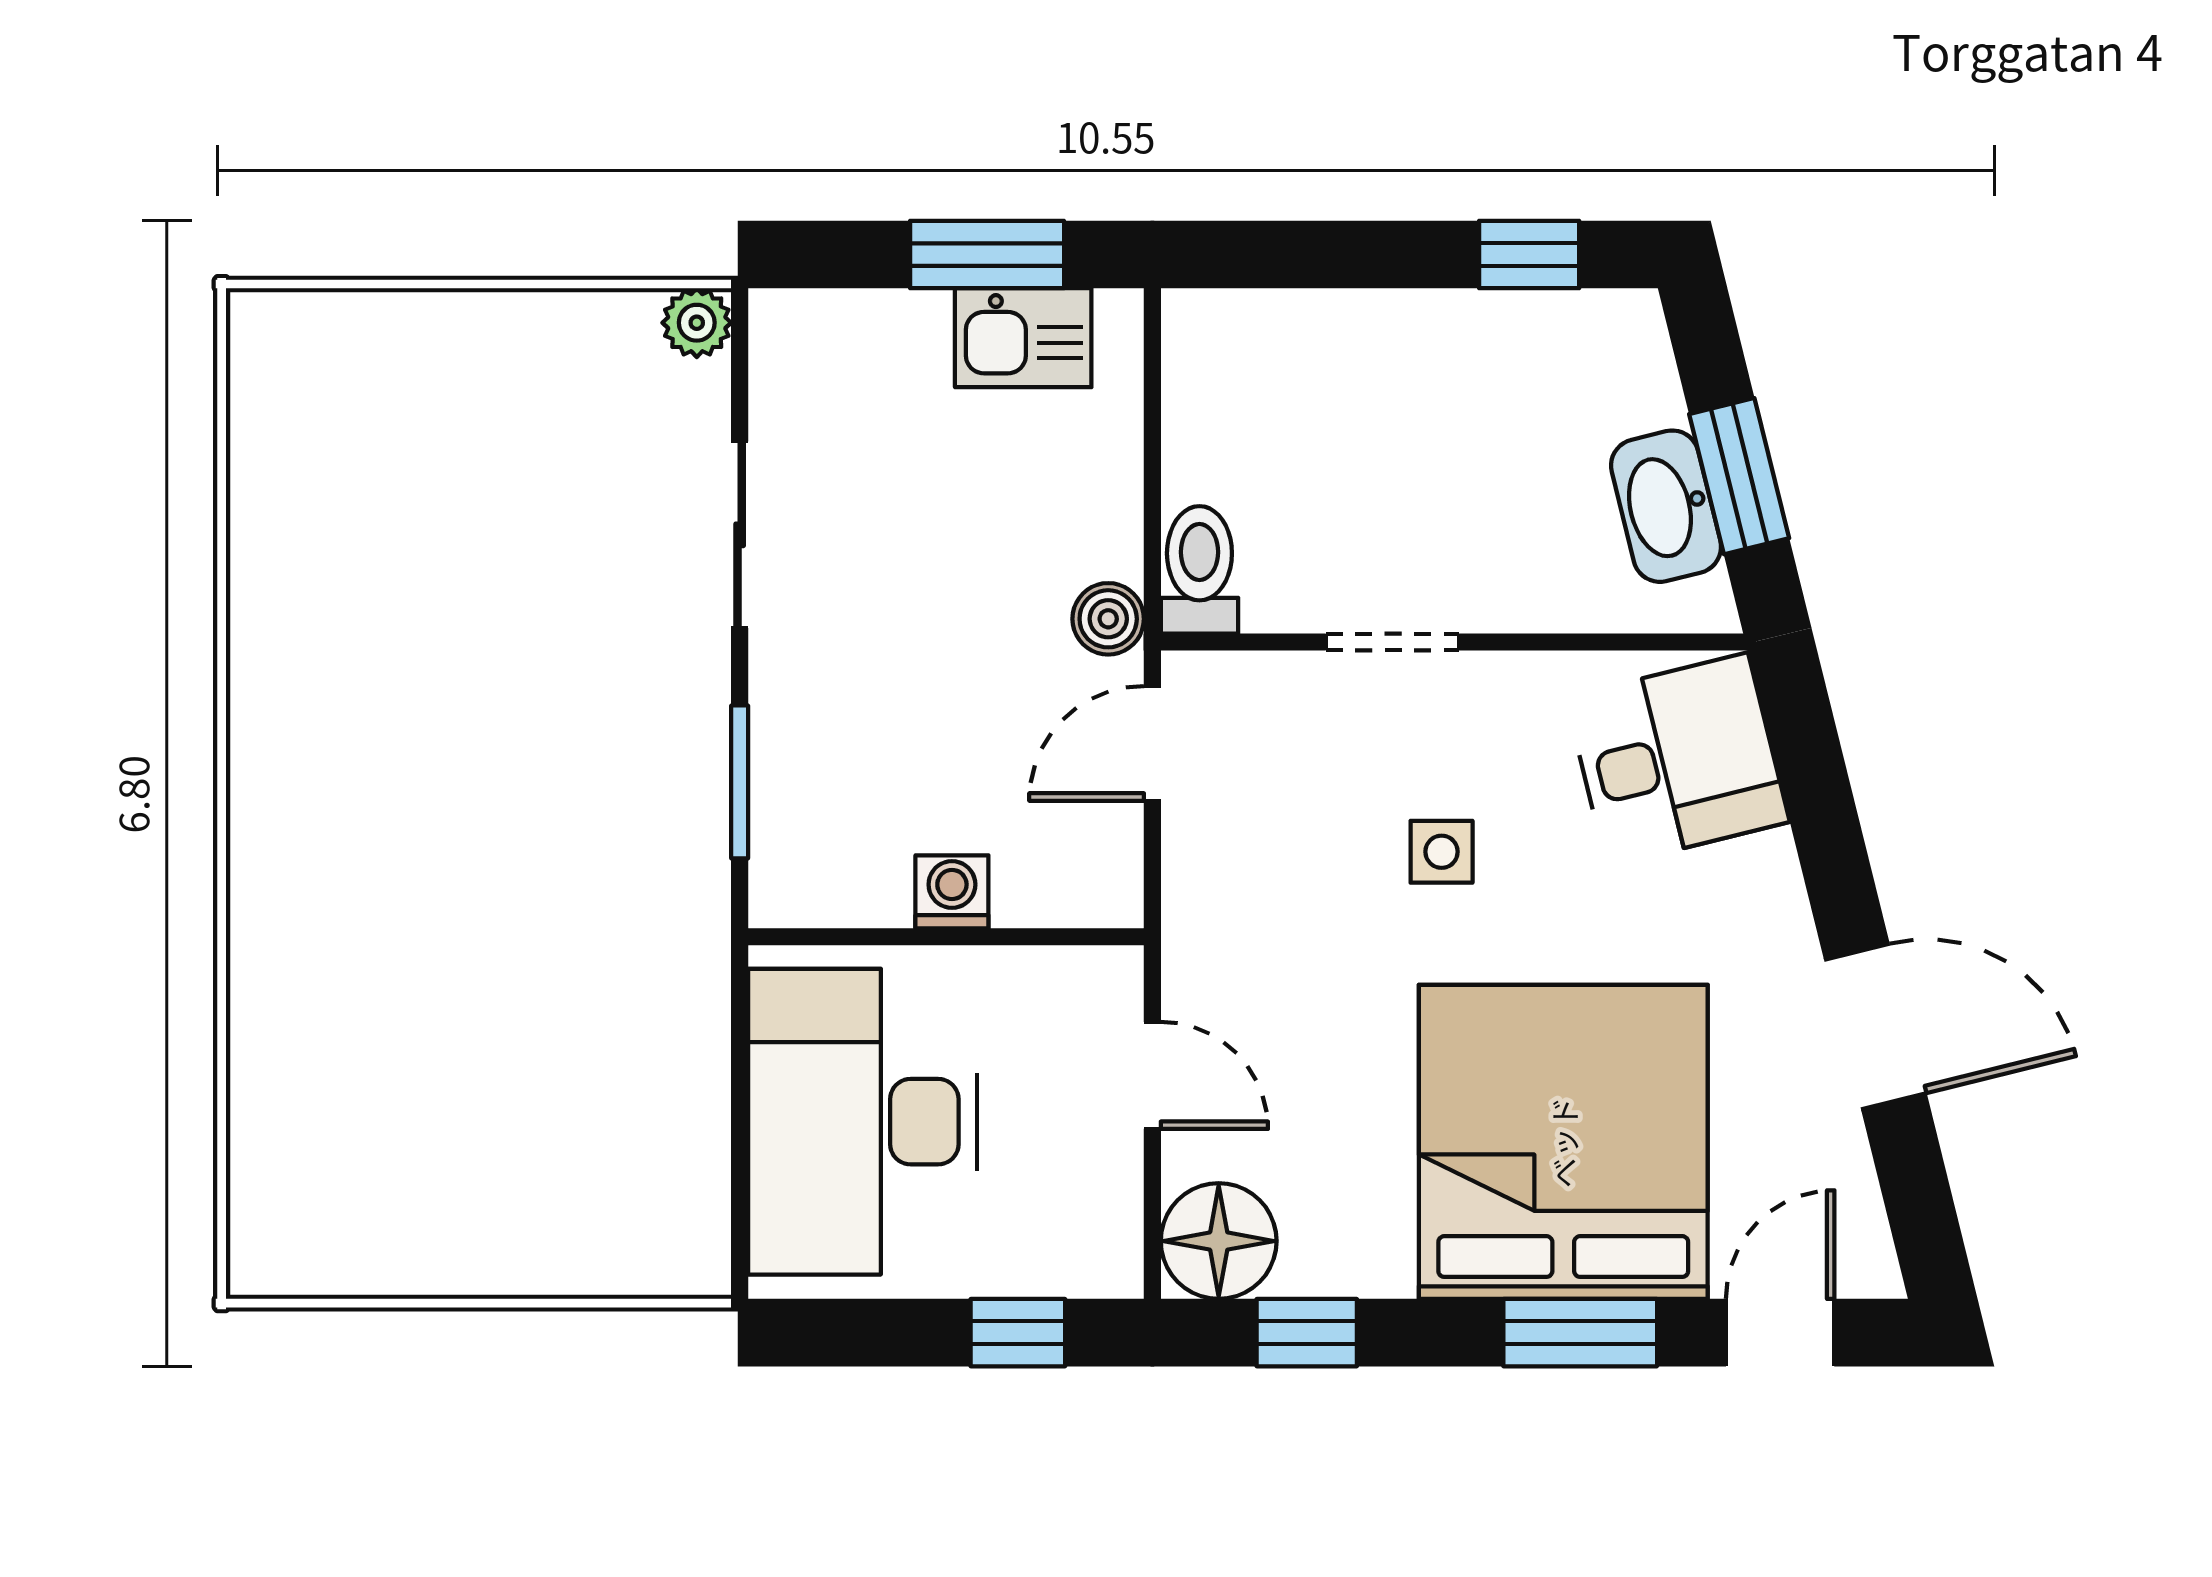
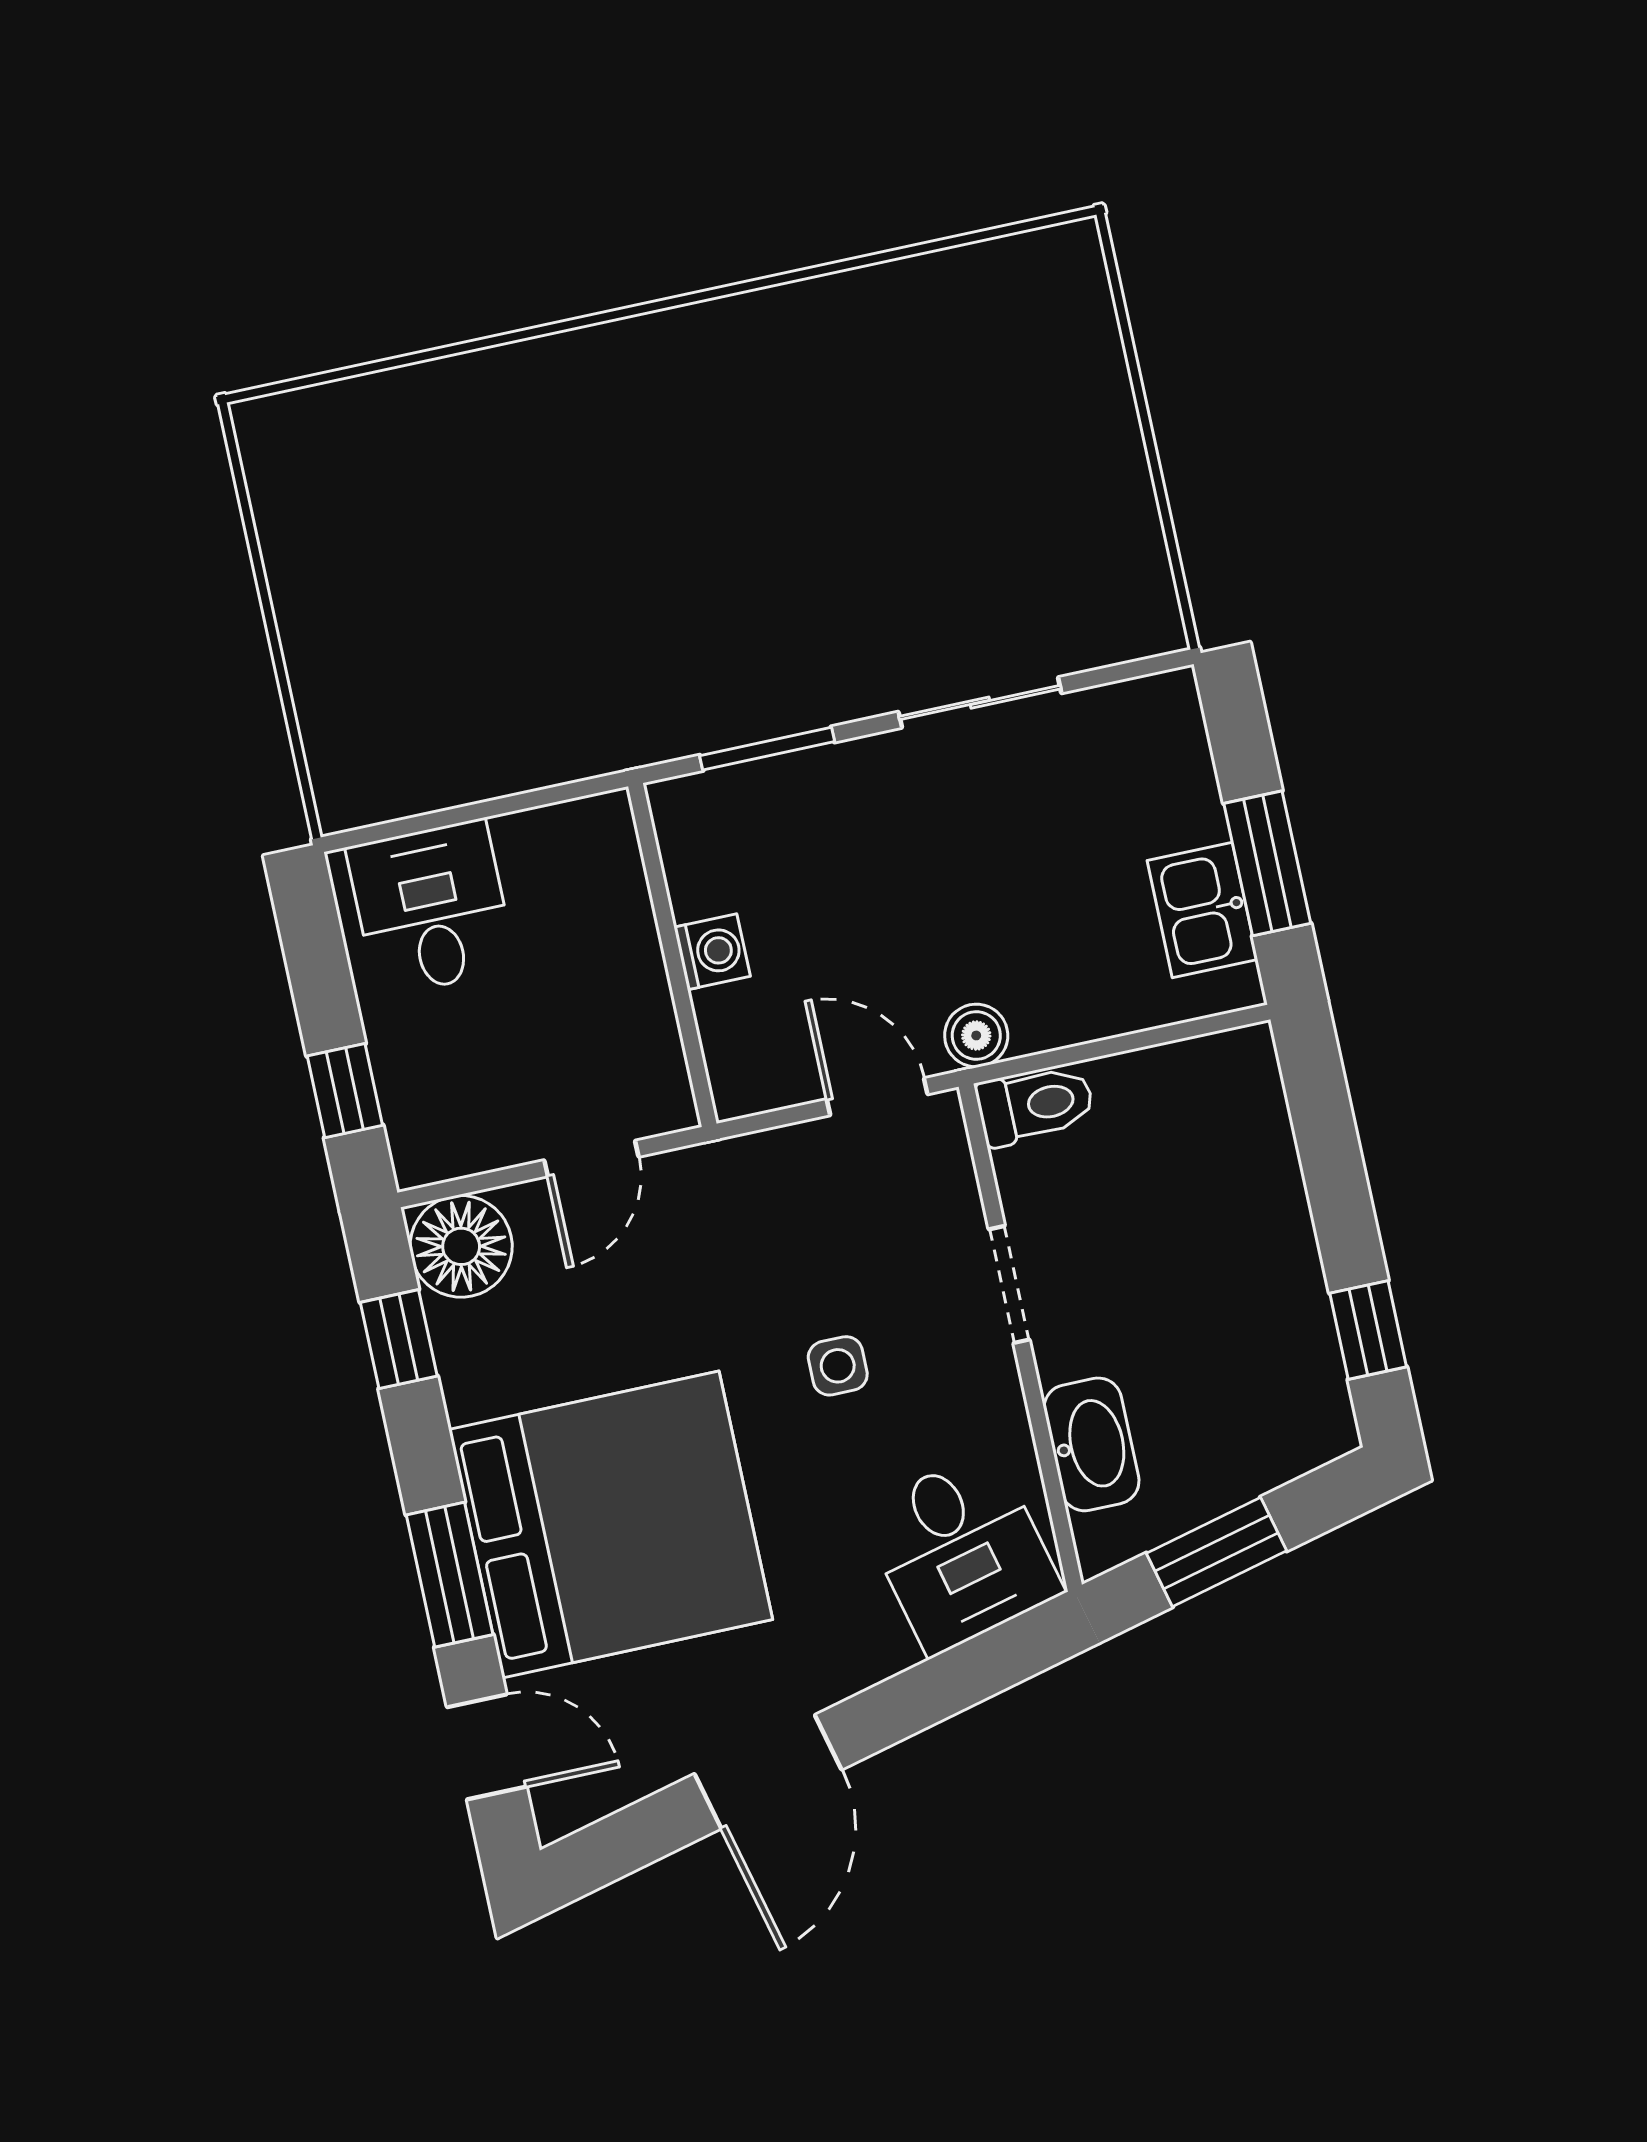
plant: (697, 323) -> (1155, 626), removed
washbasin: (1666, 506) -> (1091, 1444), moved, turned 104
desk: (863, 1122) -> (431, 908), width x0.53, depth x0.77

